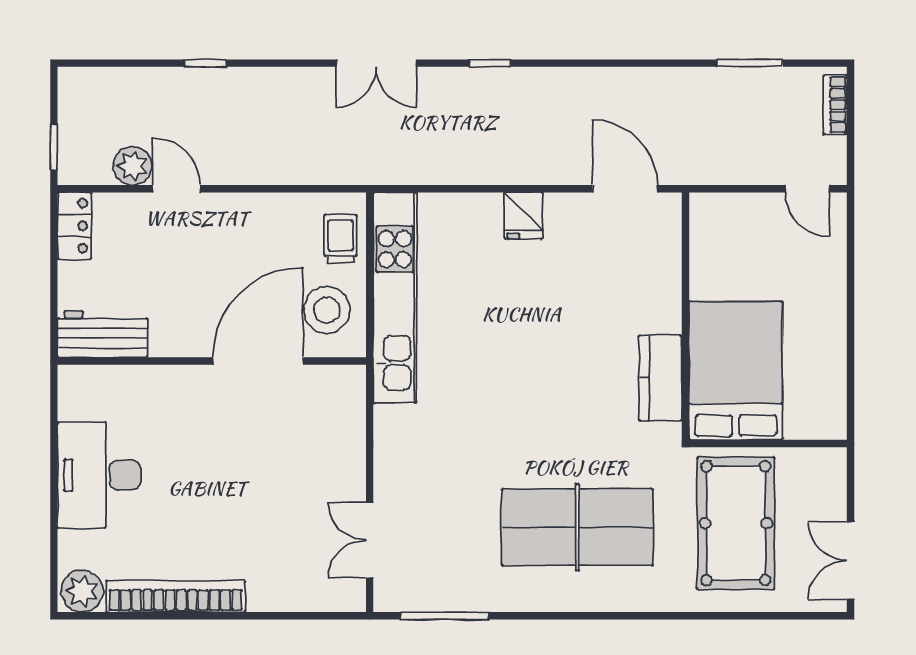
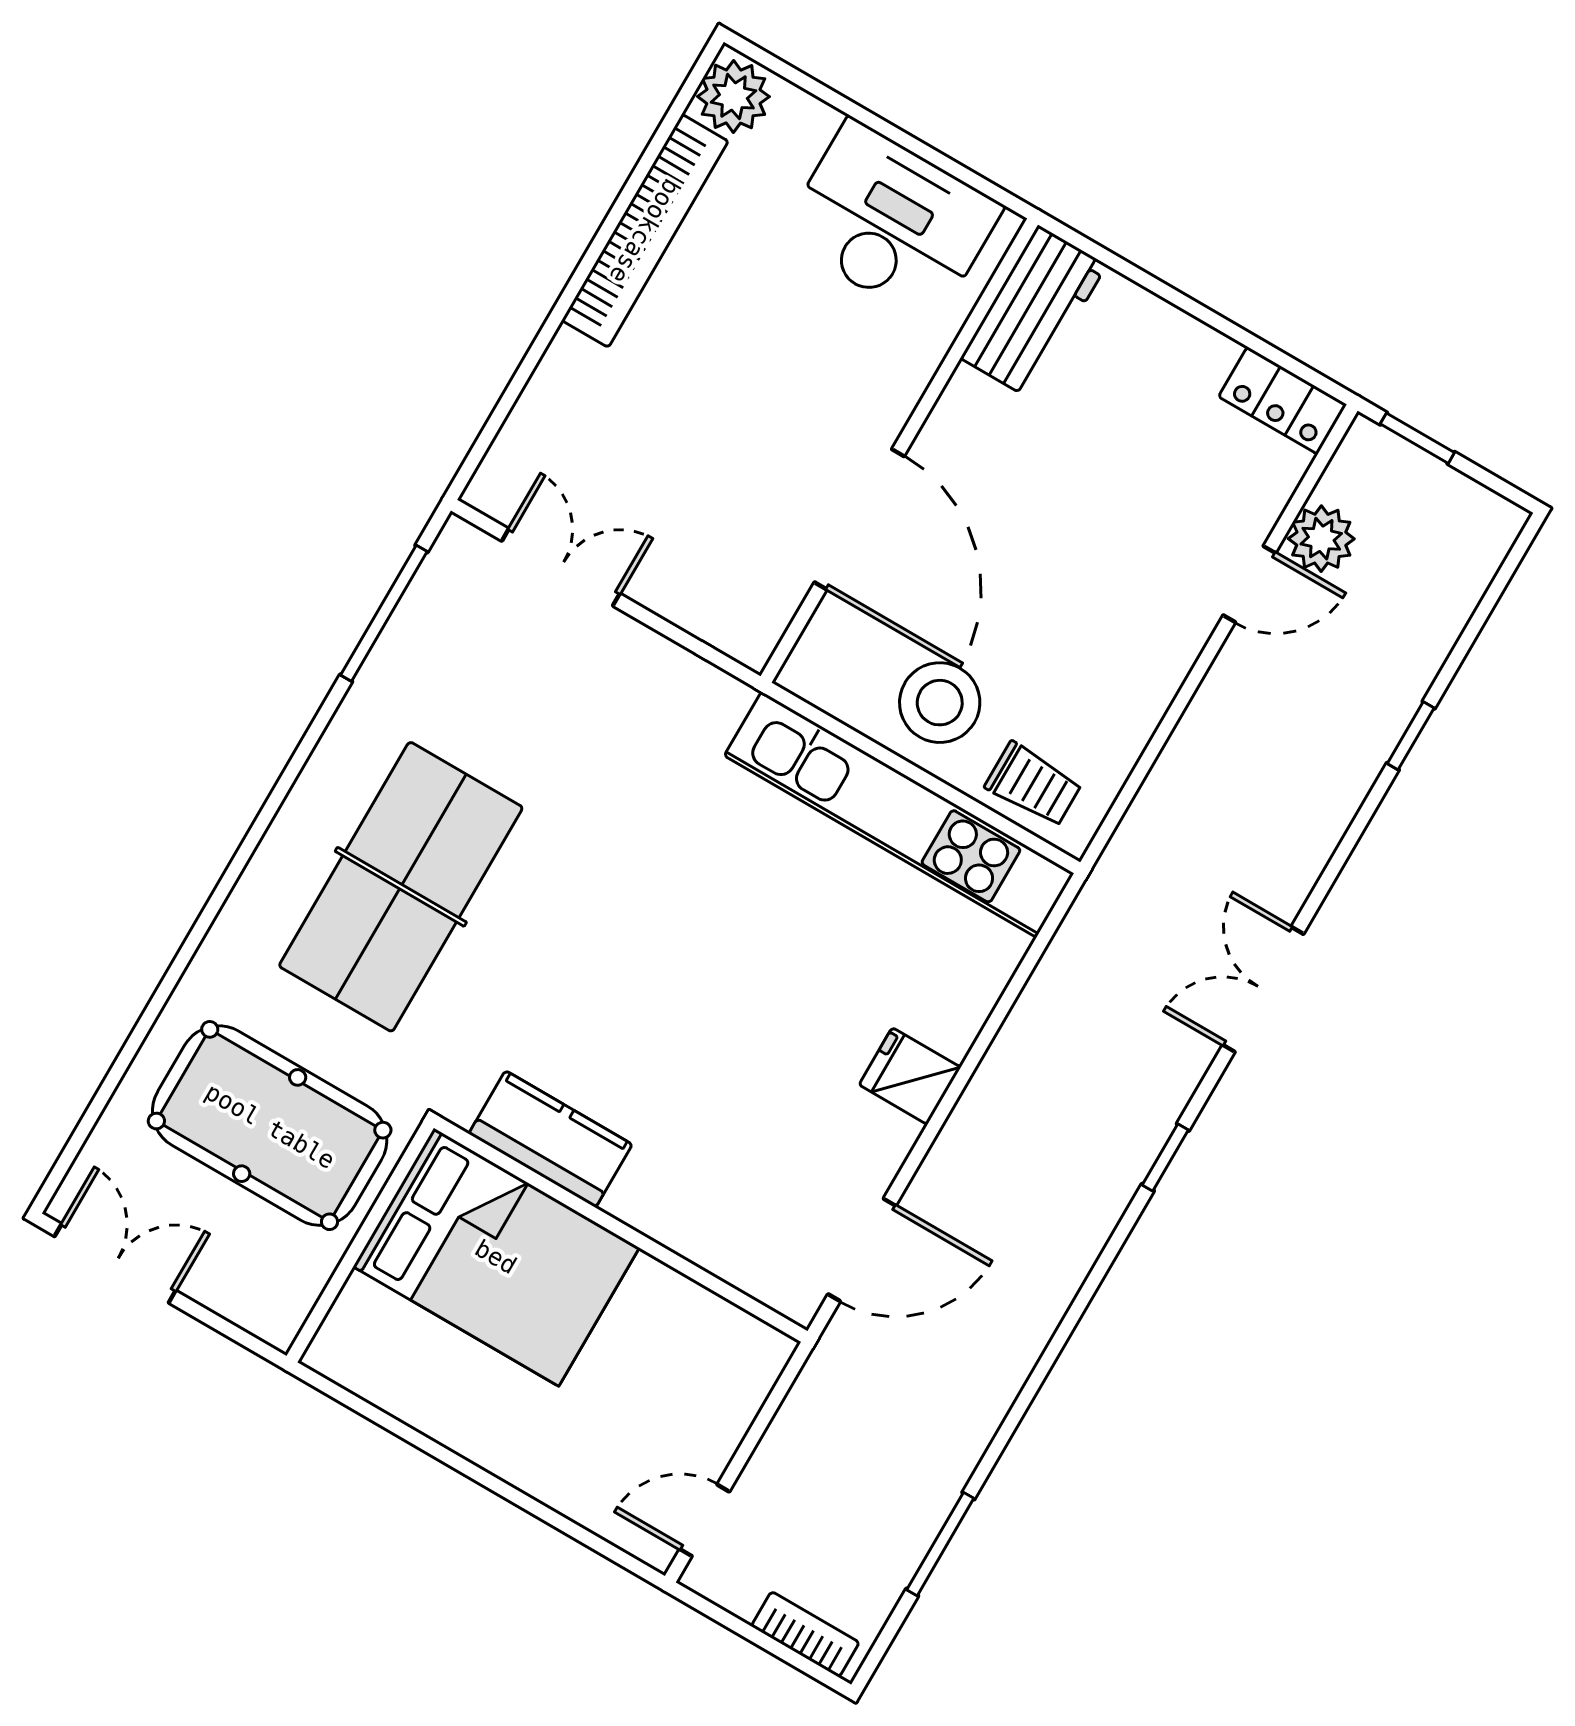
workbench: (103, 334) -> (1034, 312), moved
wall: (212, 361) -> (899, 451), moved
door: (258, 361) -> (859, 519), moved

